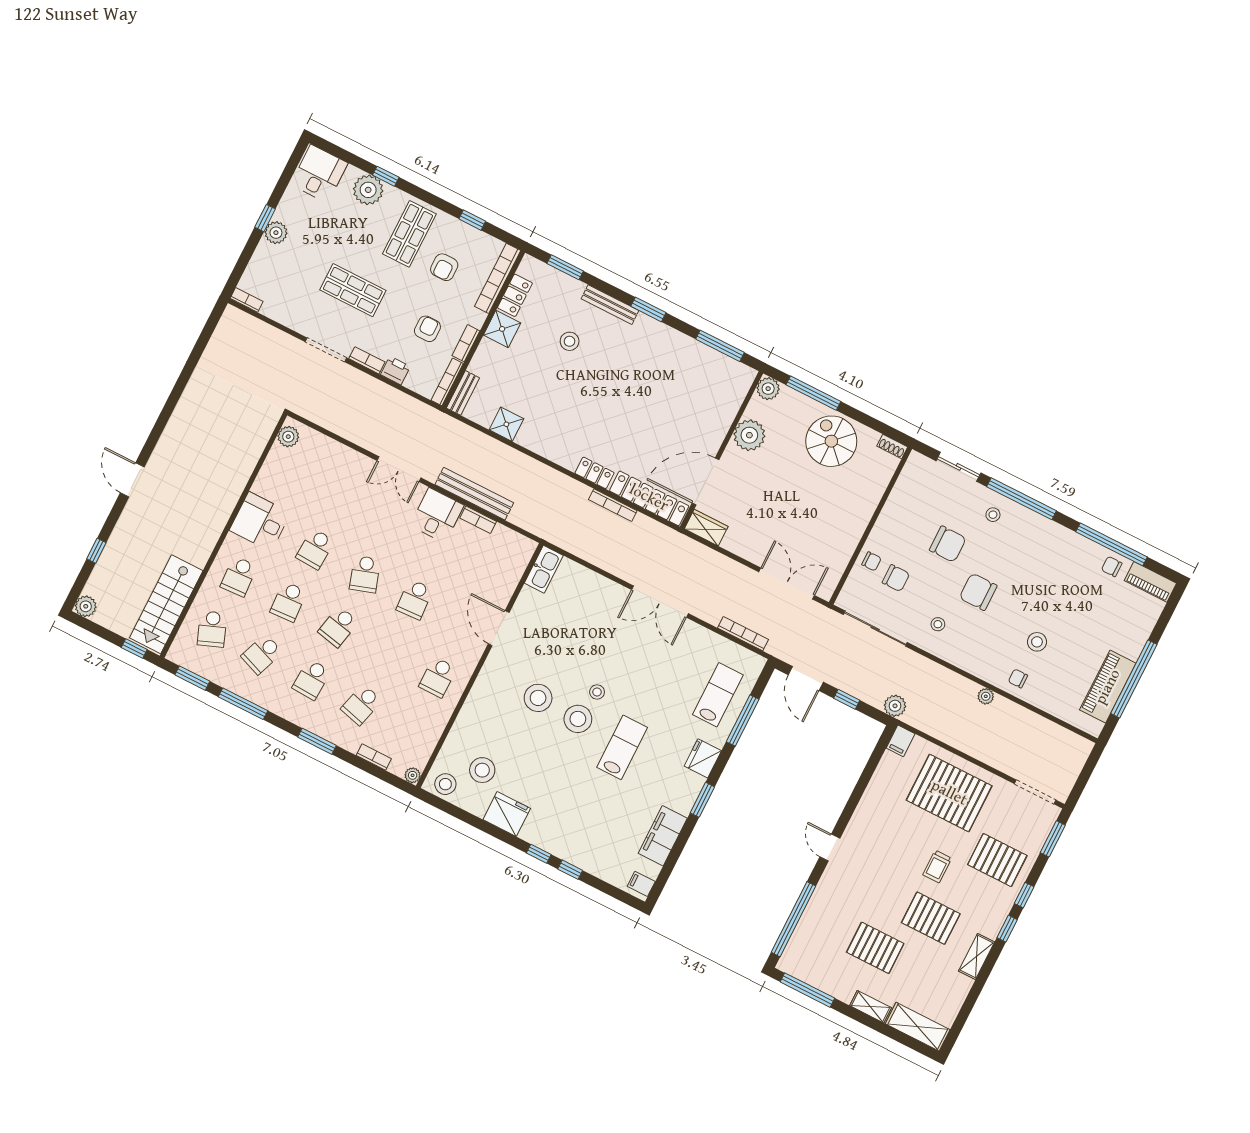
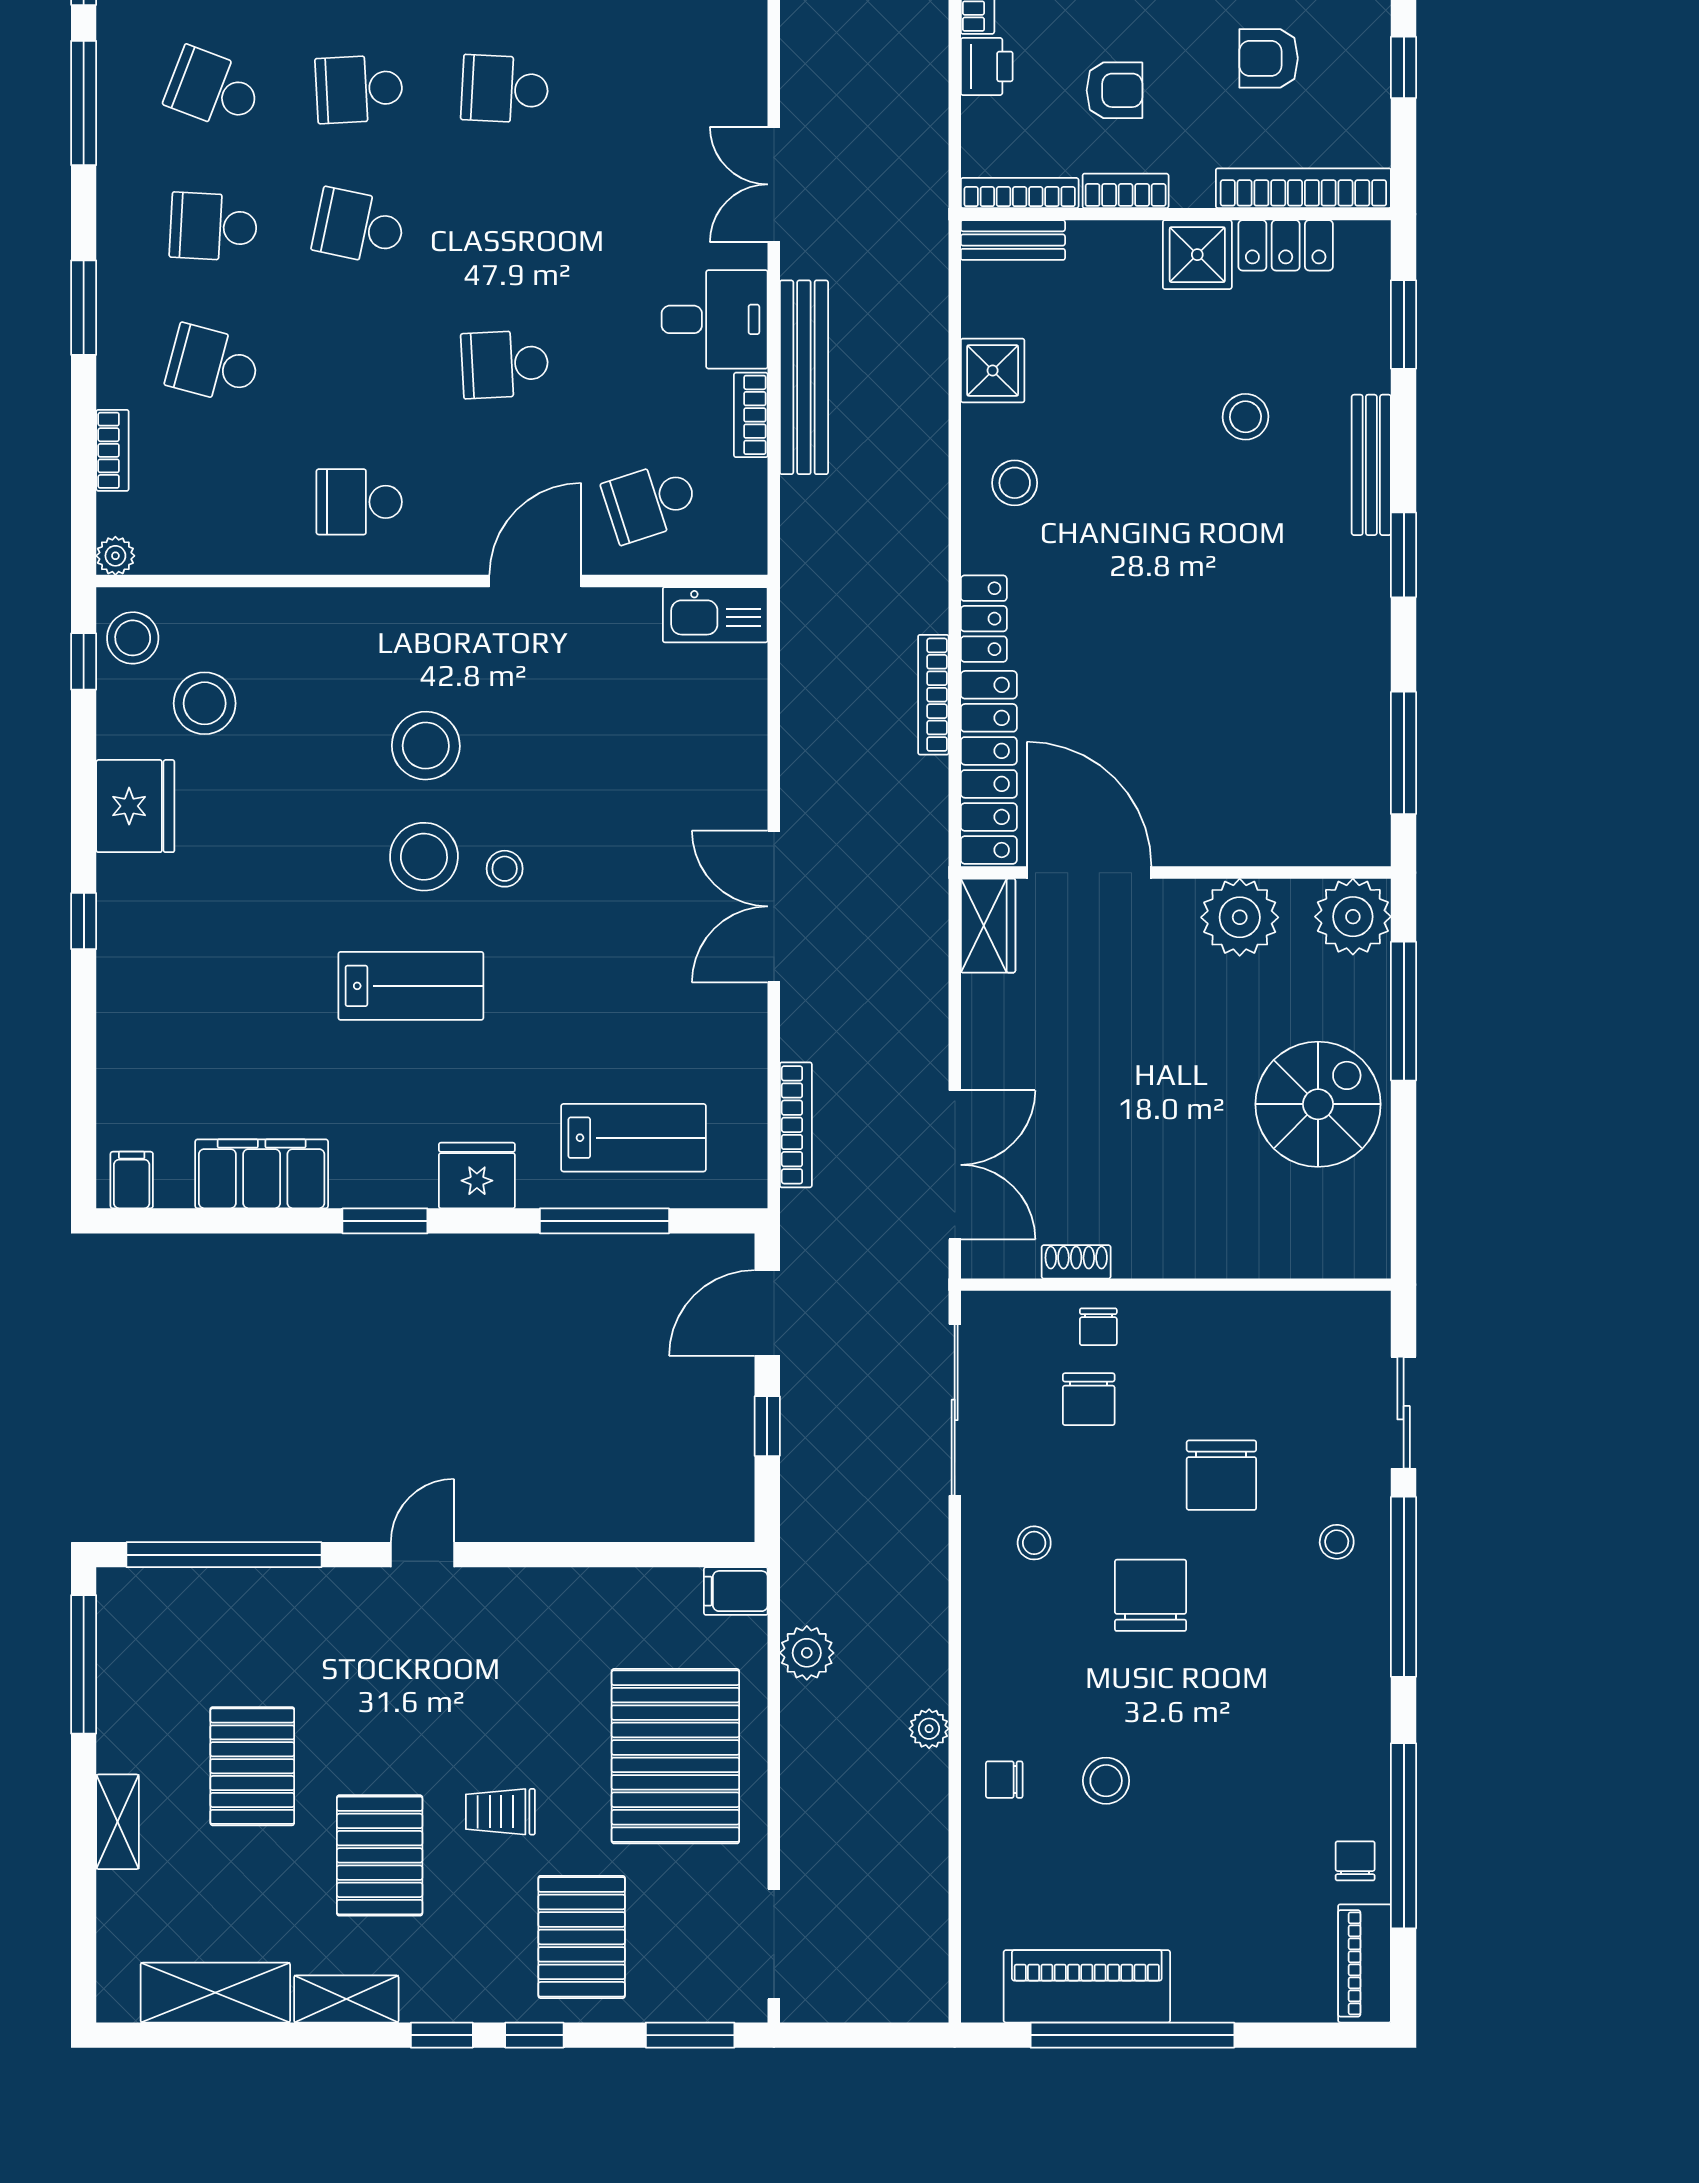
plant: (768, 389) -> (1353, 917), width x1.36, depth x1.36
stool: (551, 437) -> (1015, 483), added
shoe rack: (892, 446) -> (1076, 1262), moved, turned 90
school desk: (365, 574) -> (651, 502), moved
chair: (1018, 678) -> (1004, 1780), turned -90
plant: (895, 706) -> (807, 1653), moved
window: (570, 870) -> (84, 661), moved
shelving: (918, 1027) -> (215, 1993), moved, turned 90

